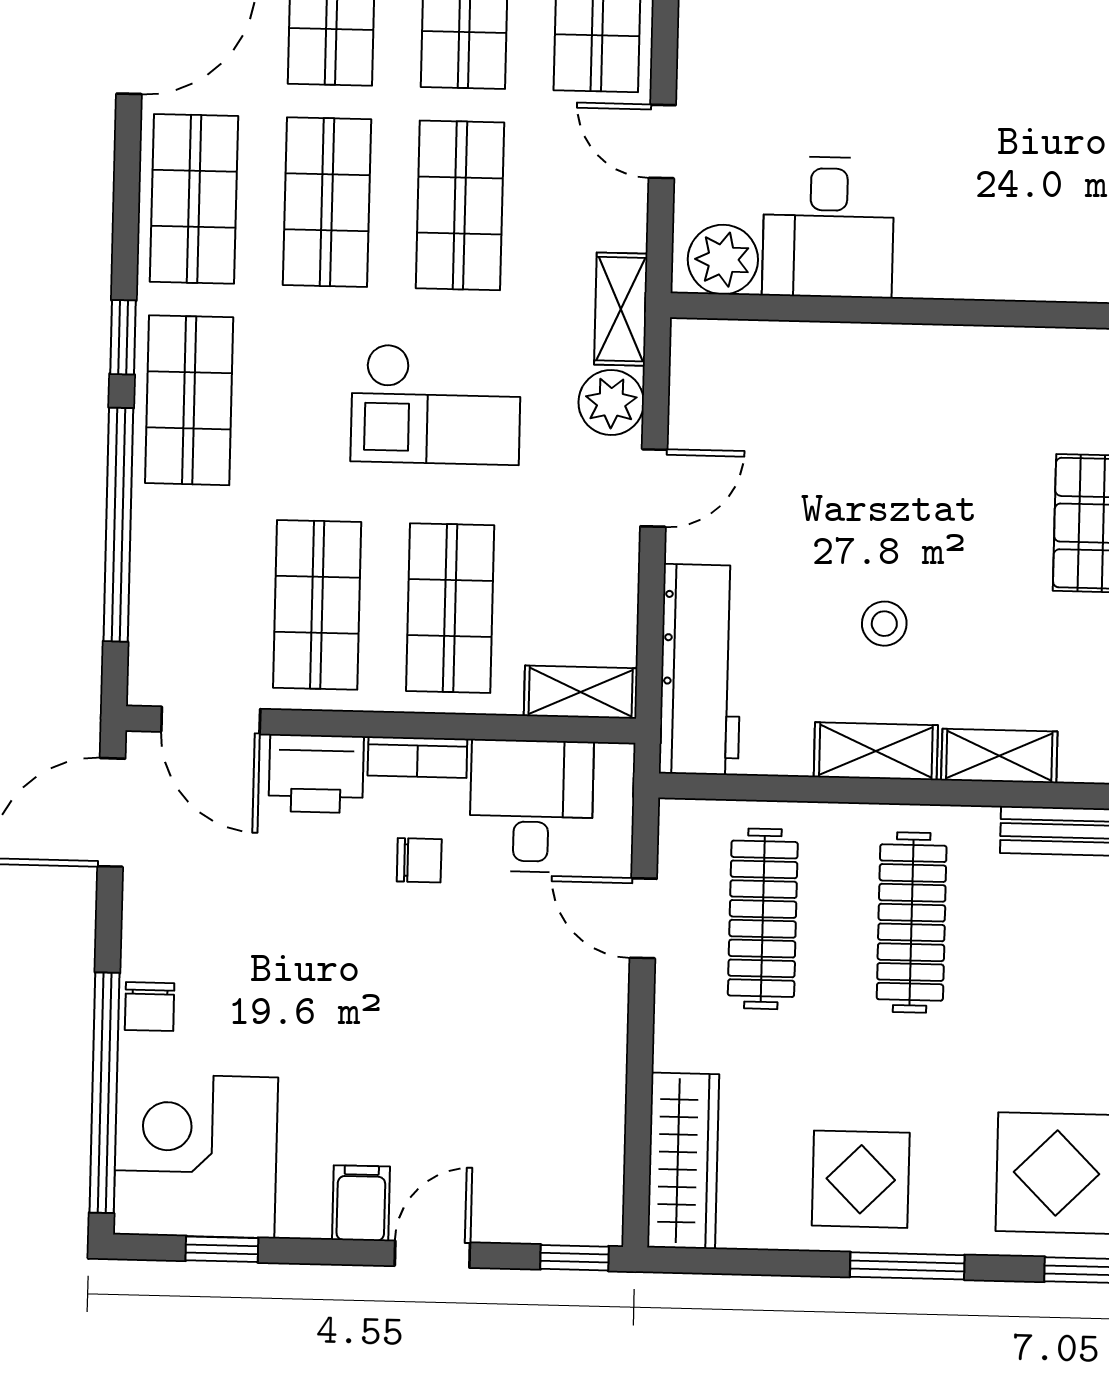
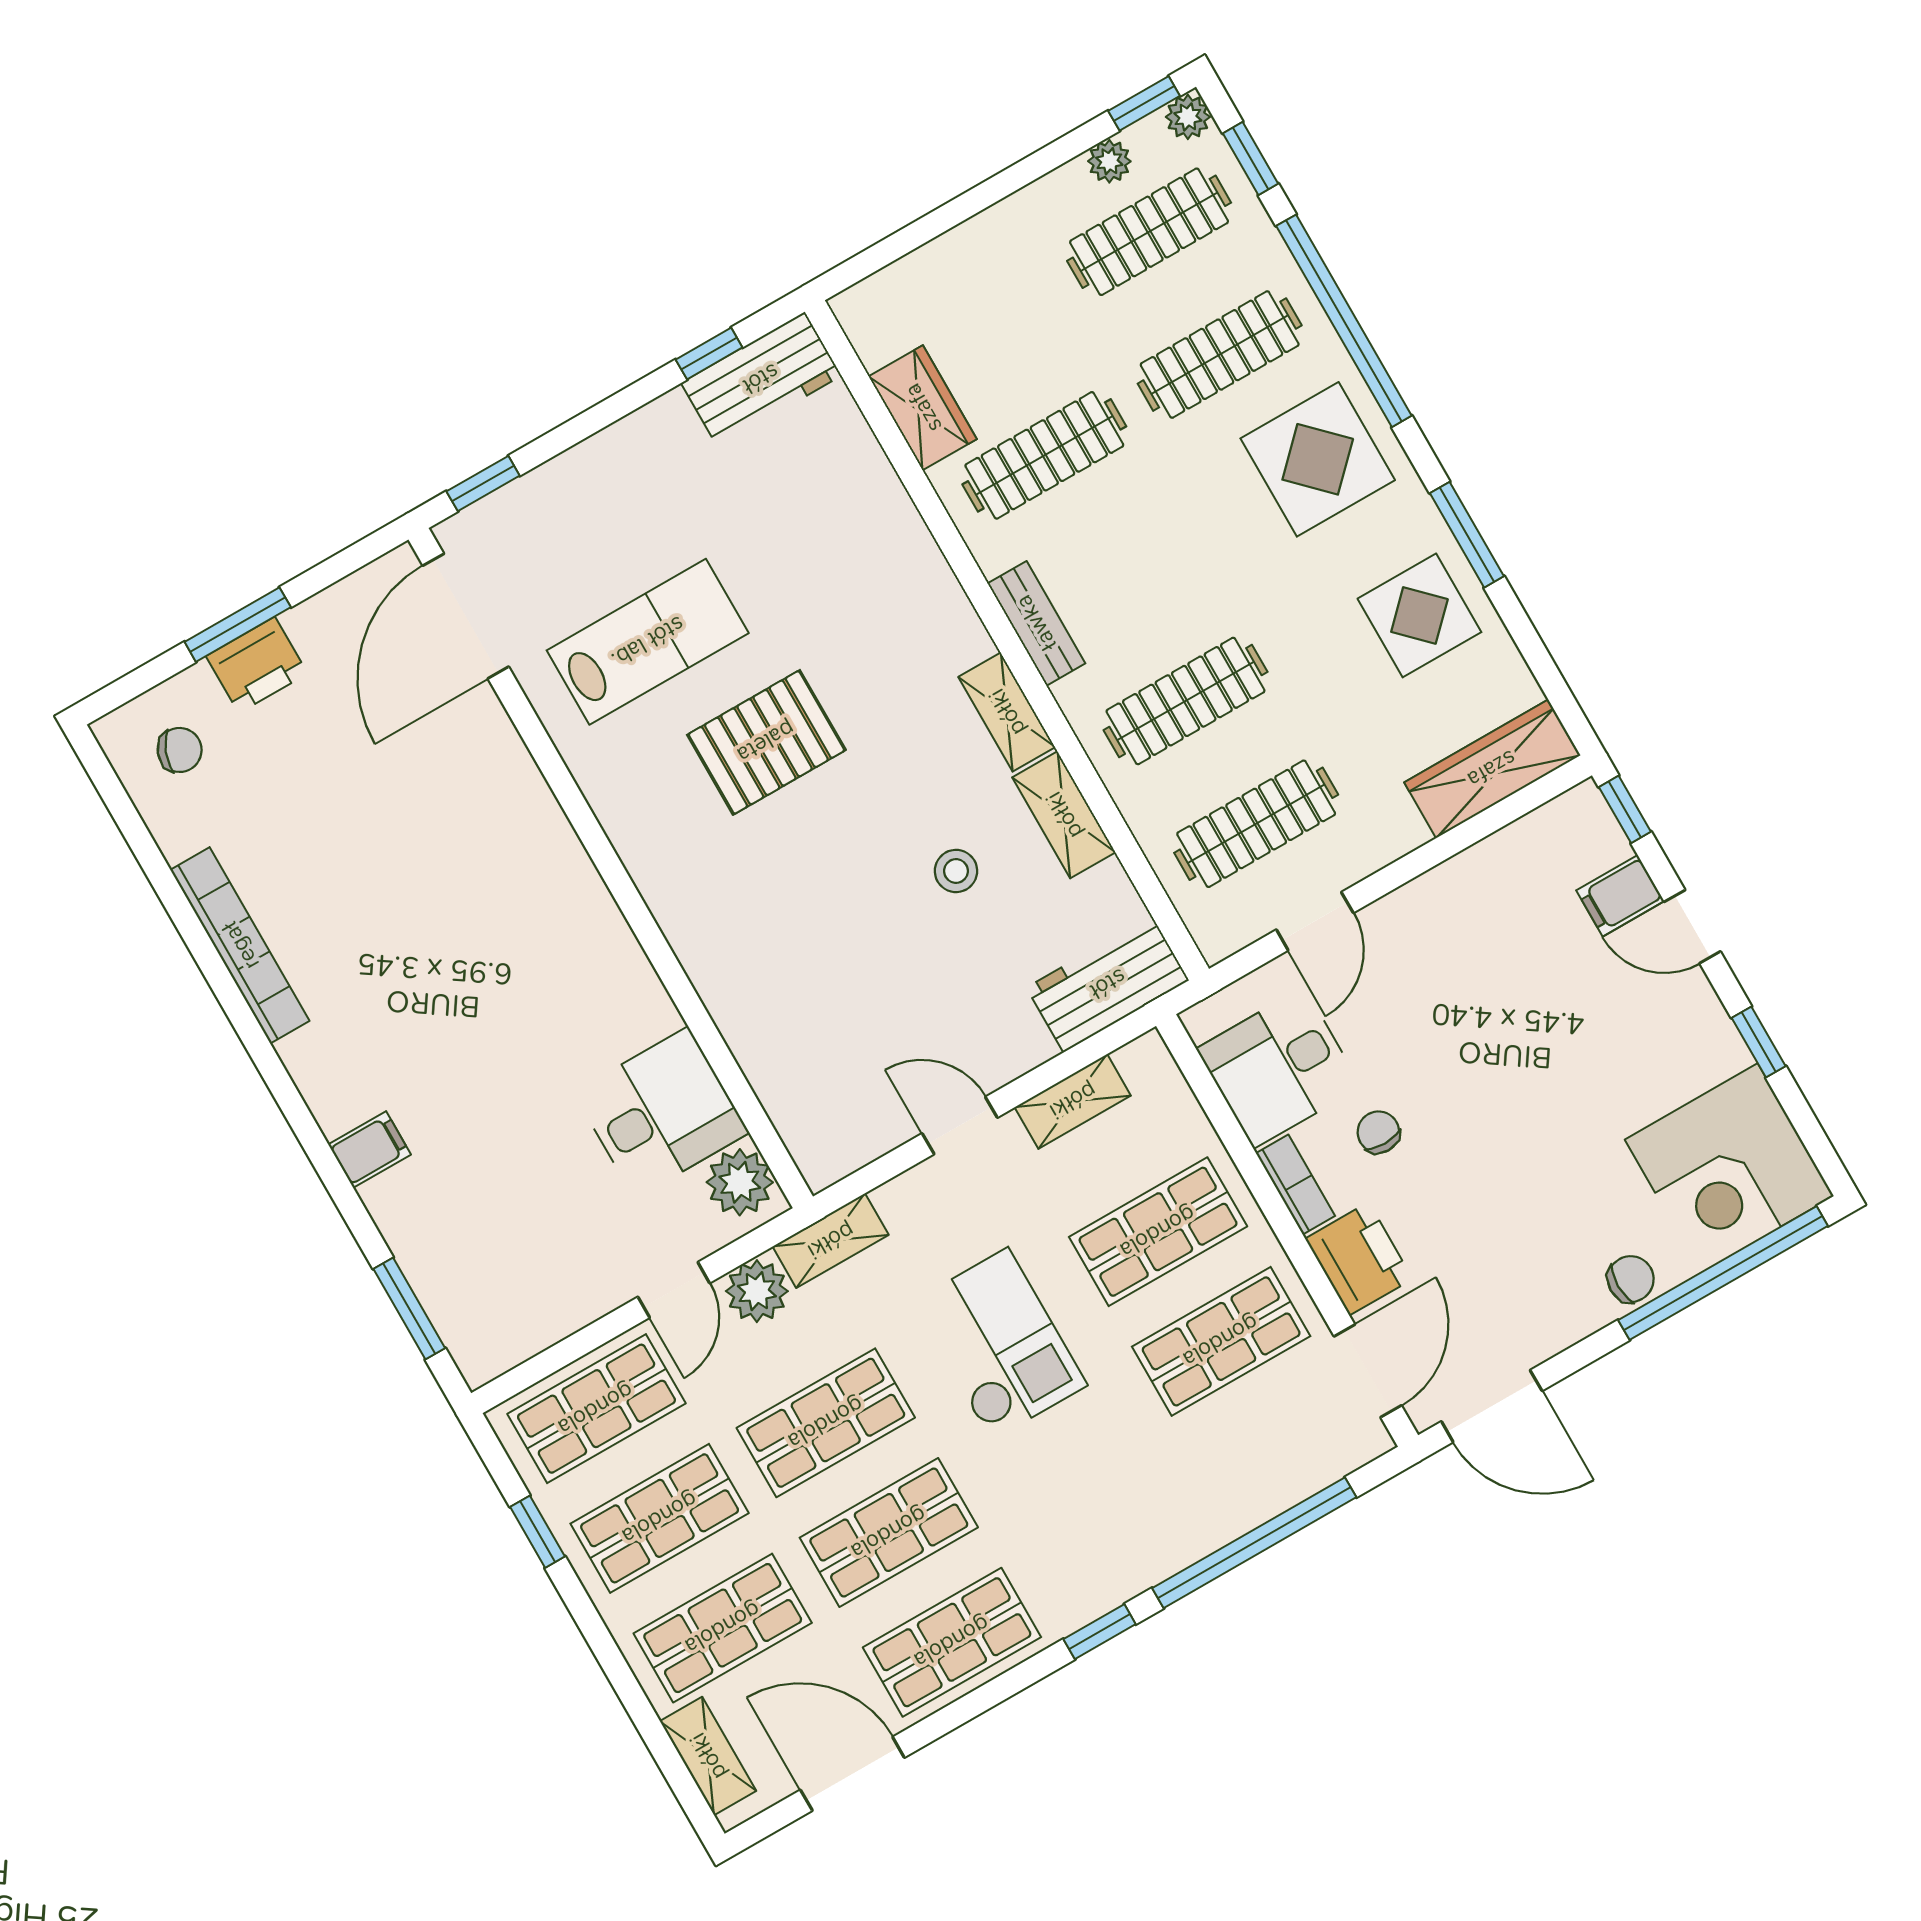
shop shelf: (189, 400) -> (1118, 1547), removed
plant: (611, 402) -> (757, 1291), moved
workbench: (701, 669) -> (1108, 984), width x0.73
shelving: (581, 692) -> (1073, 1101), moved, turned 90
filing cabinet: (361, 1203) -> (1620, 896), moved
window: (222, 1249) -> (1759, 1042), moved

